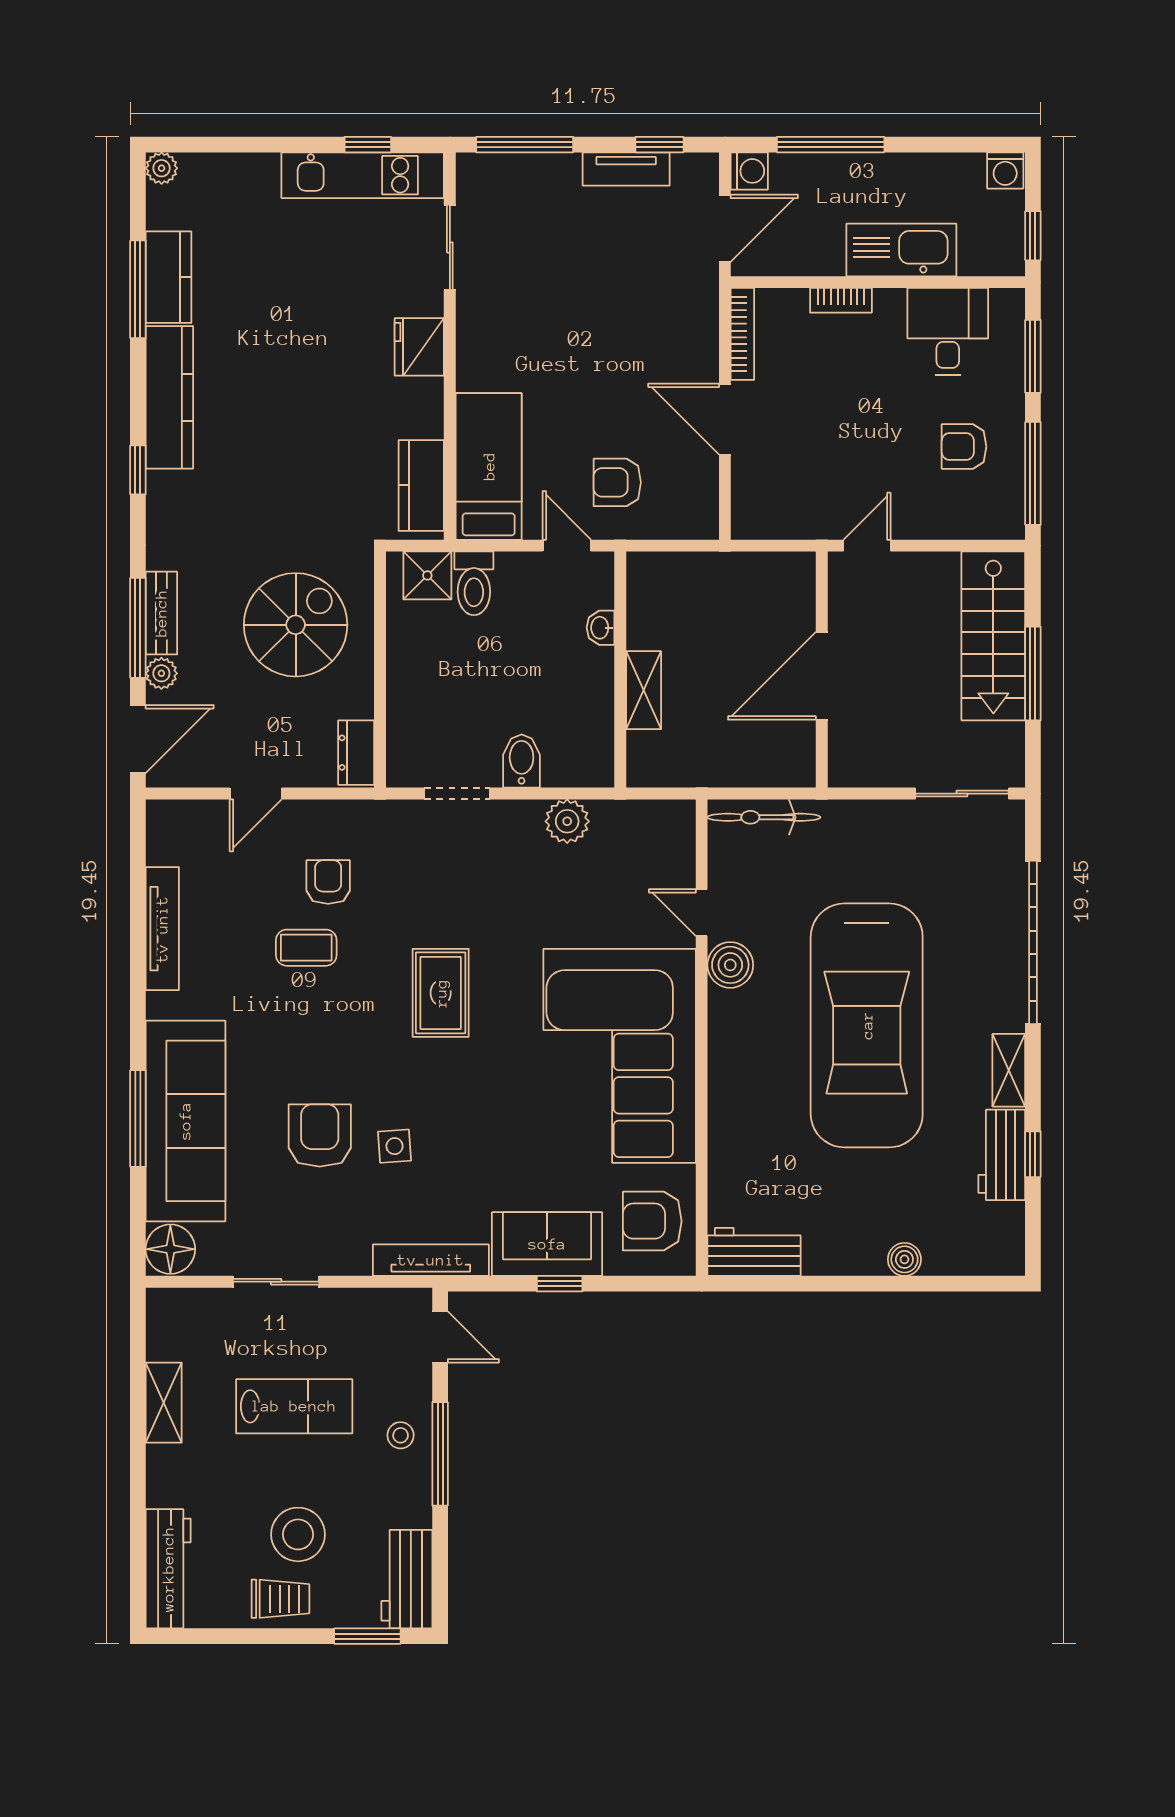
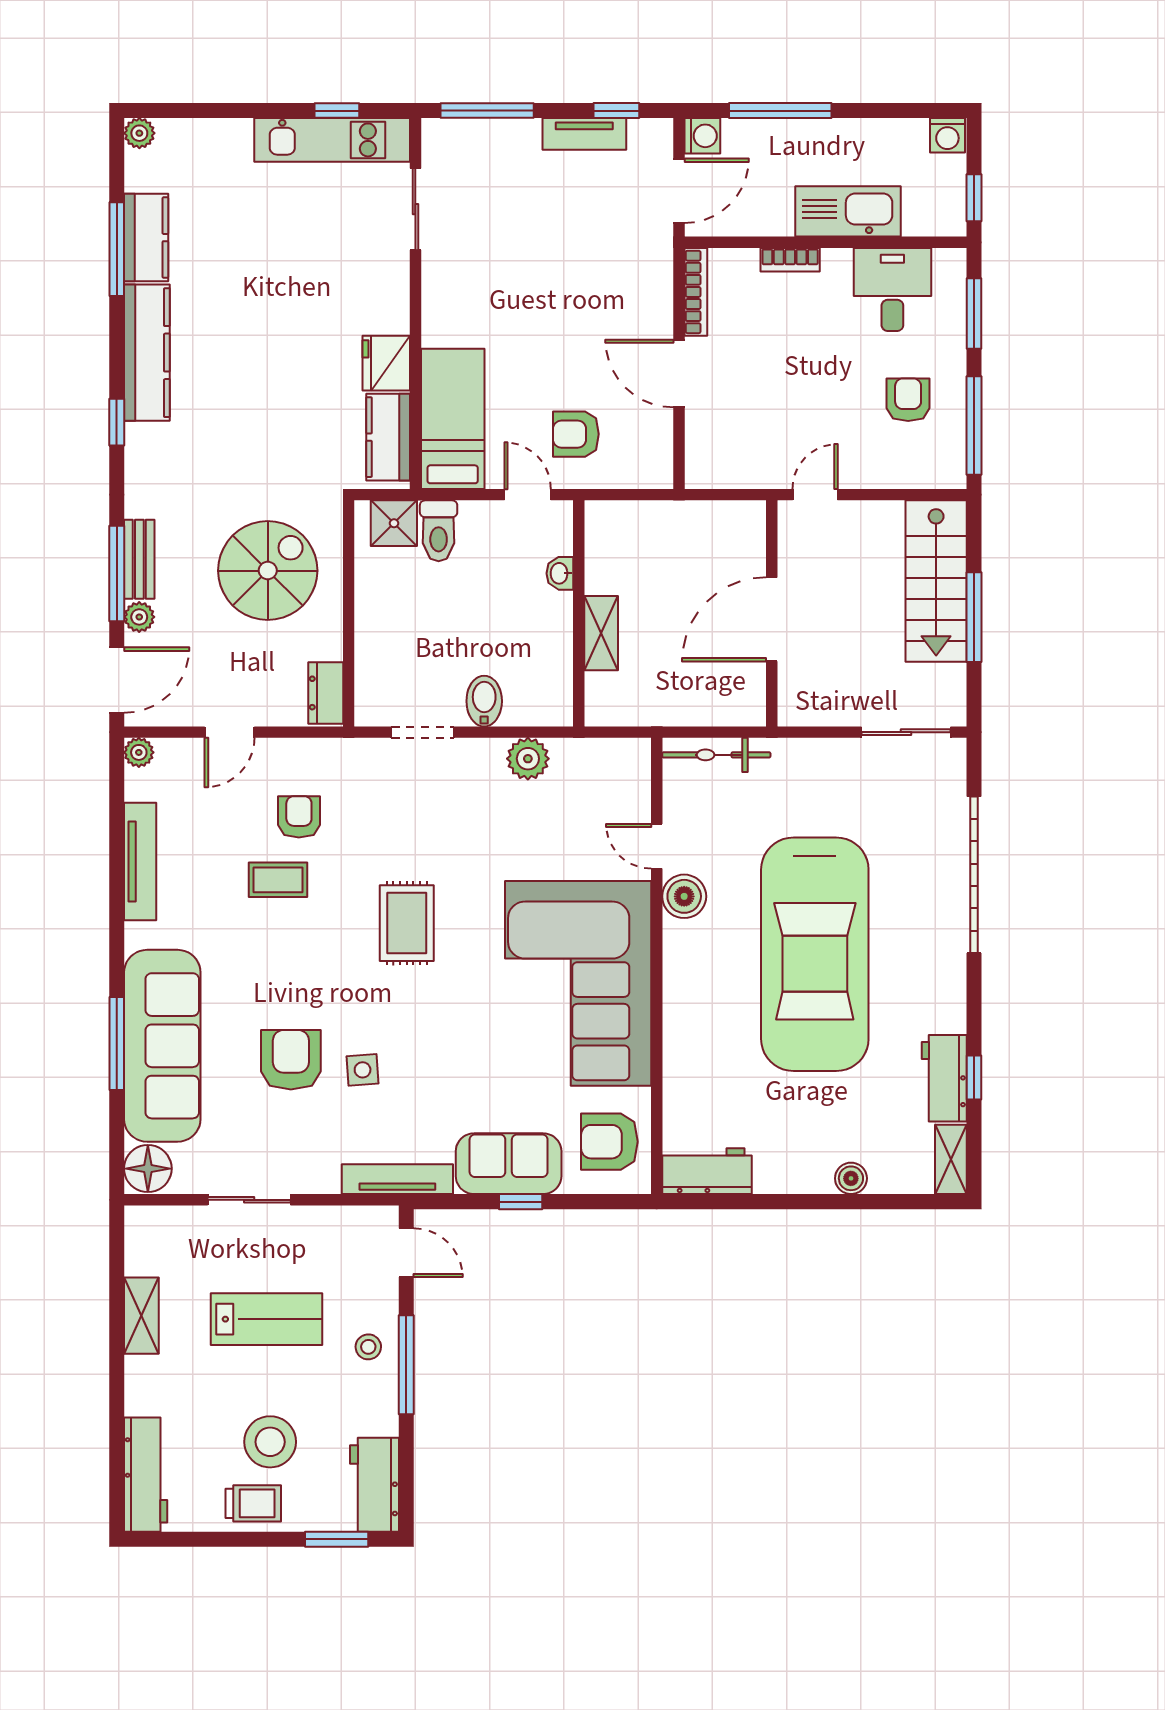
fridge: (419, 347) -> (386, 363), moved
armchair: (964, 447) -> (908, 400), turned 90
plant: (161, 815) -> (139, 752), added
shelving: (1009, 1070) -> (951, 1159), moved

